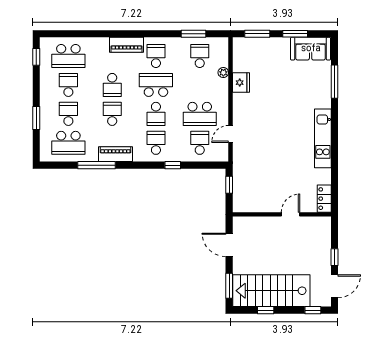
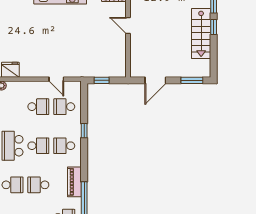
school desk: (200, 114) -> (38, 107), width x0.54
stairs: (271, 291) -> (201, 34), width x0.73, depth x0.66
window: (266, 310) -> (214, 27), moved

